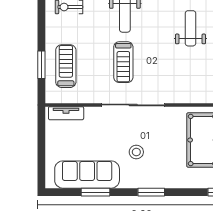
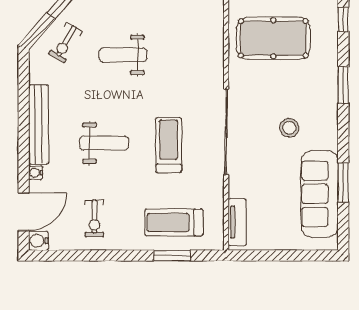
treadmill: (123, 62) -> (169, 145), turned -90
window: (151, 192) -> (343, 85), moved

